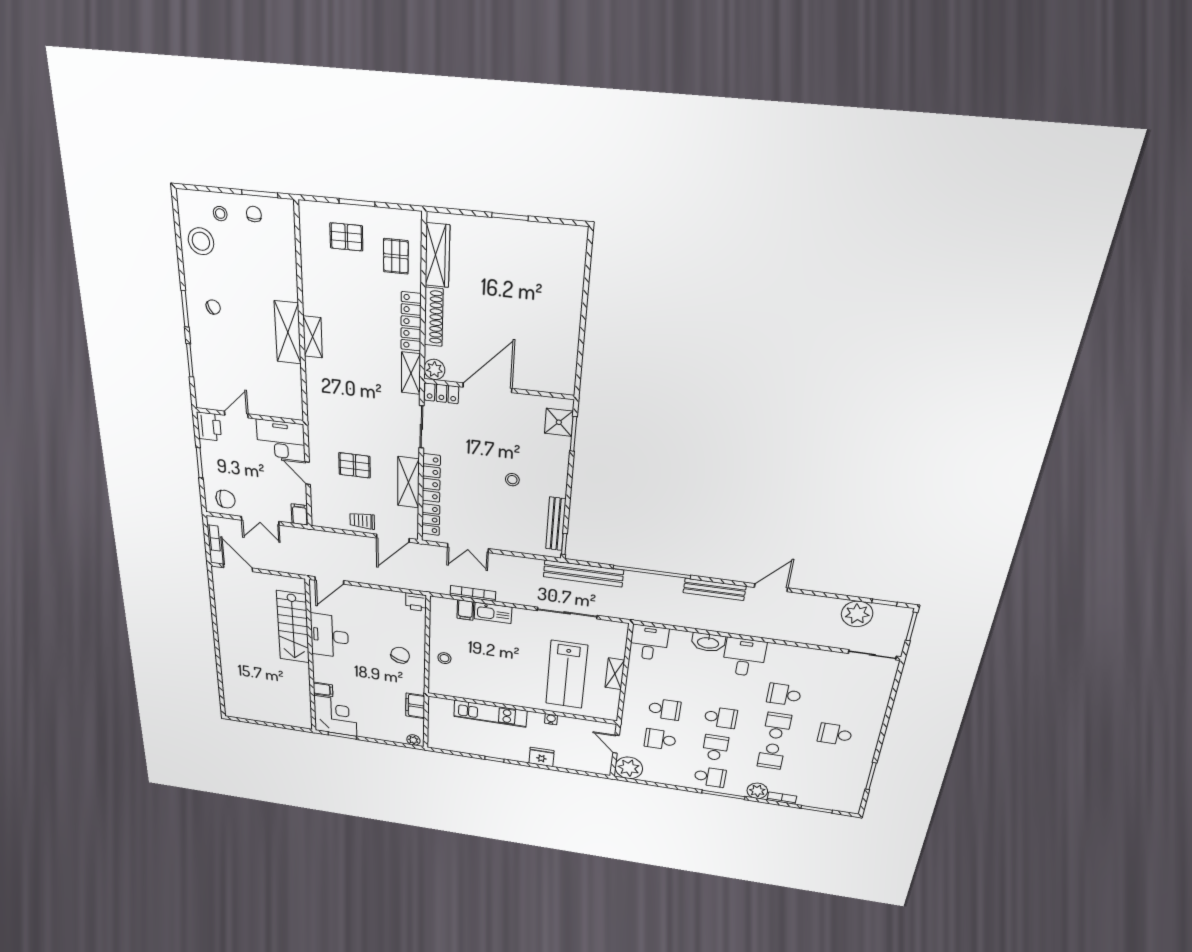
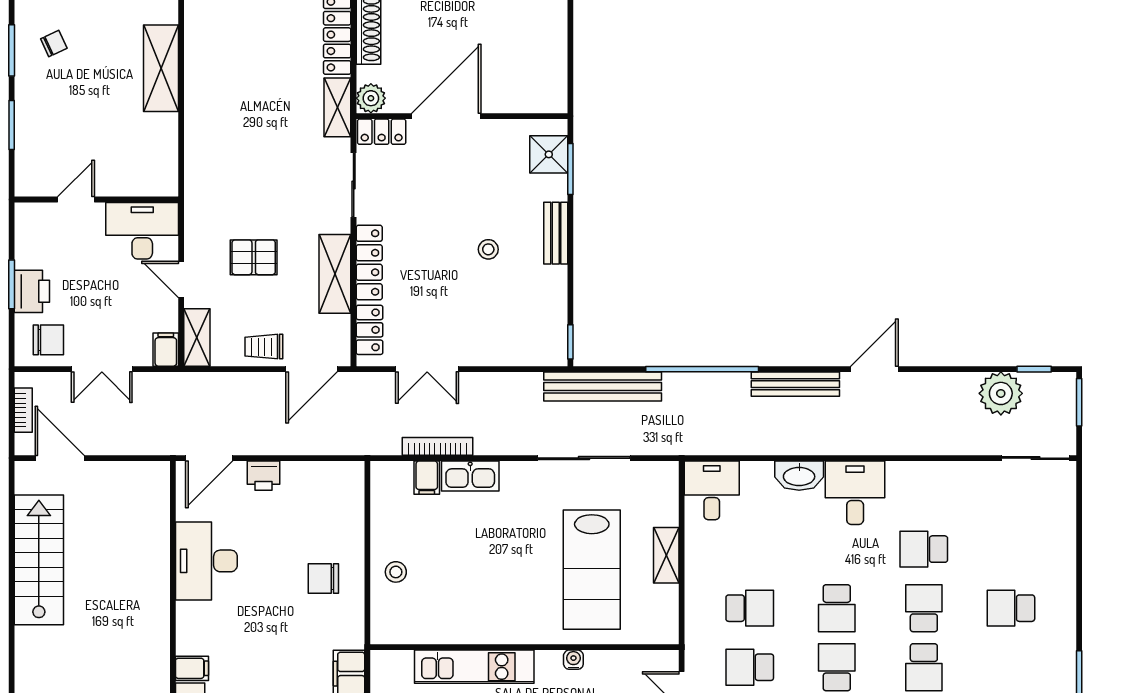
shelving: (313, 337) -> (197, 337), moved
printer: (209, 426) -> (32, 291), moved
bench: (556, 524) -> (556, 233), moved, width x0.73
printer: (416, 602) -> (264, 476), moved
stairs: (293, 627) -> (39, 560), moved, turned 180
chair: (400, 655) -> (323, 578), turned -109
school desk: (721, 717) -> (837, 608), turned 90

